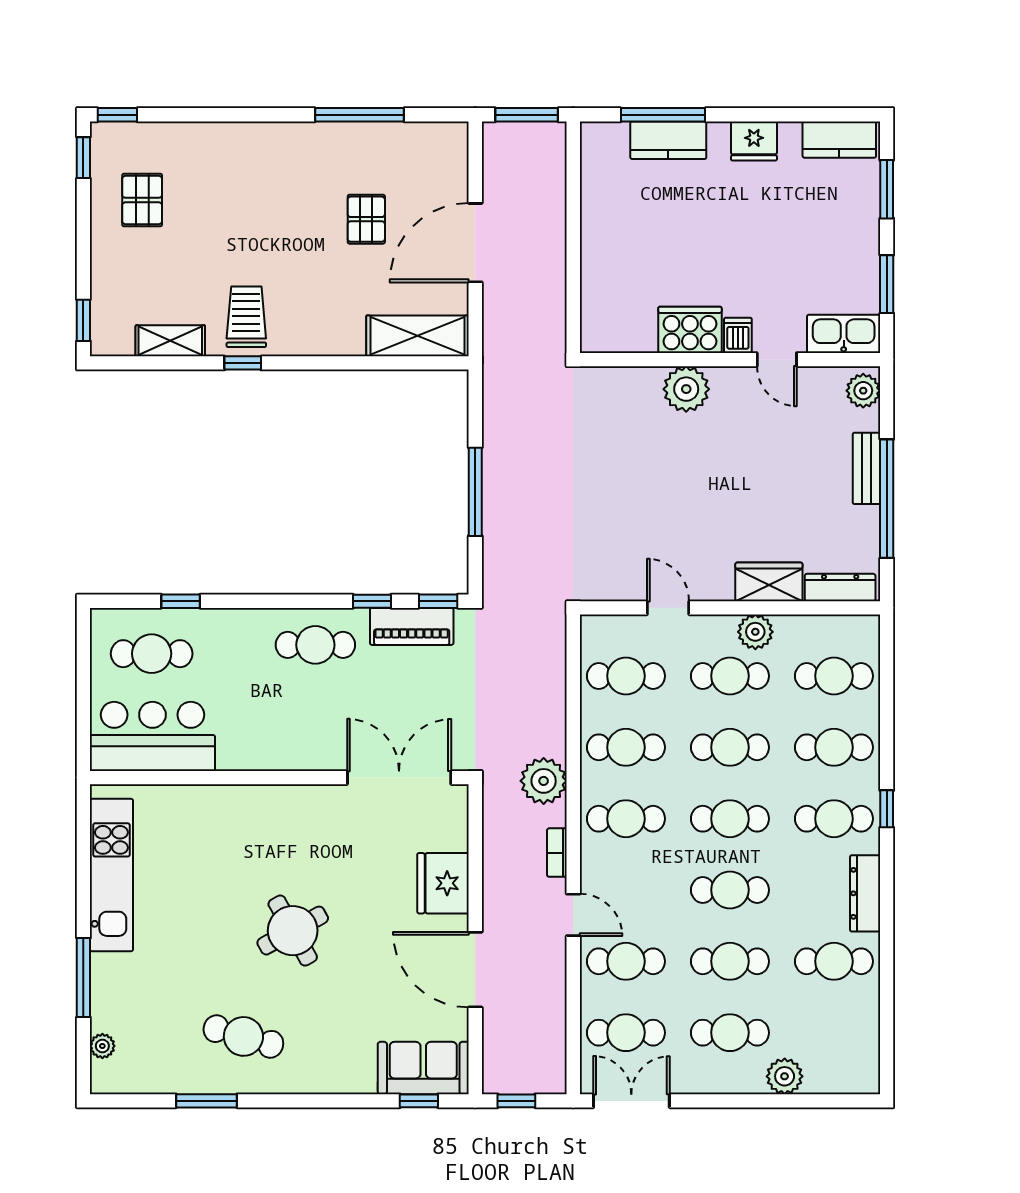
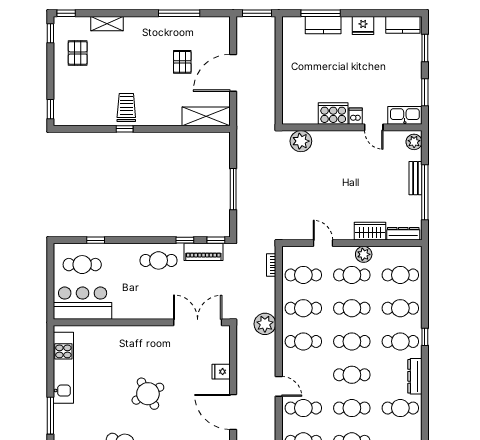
shelving: (170, 341) -> (107, 24), moved
plant: (686, 389) -> (301, 141), moved
bookcase: (557, 853) -> (271, 265), moved
fridge: (443, 883) -> (221, 372), width x0.53, depth x0.75

